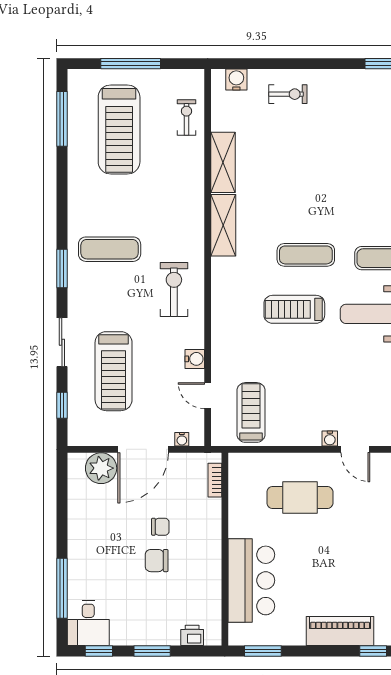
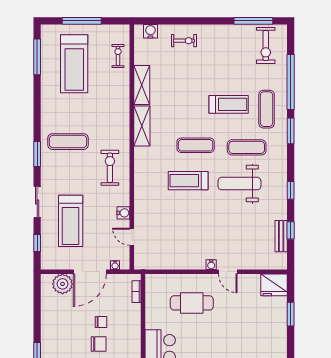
treadmill: (251, 412) -> (229, 104), moved, turned 90
chair: (157, 561) -> (99, 344), turned 180

